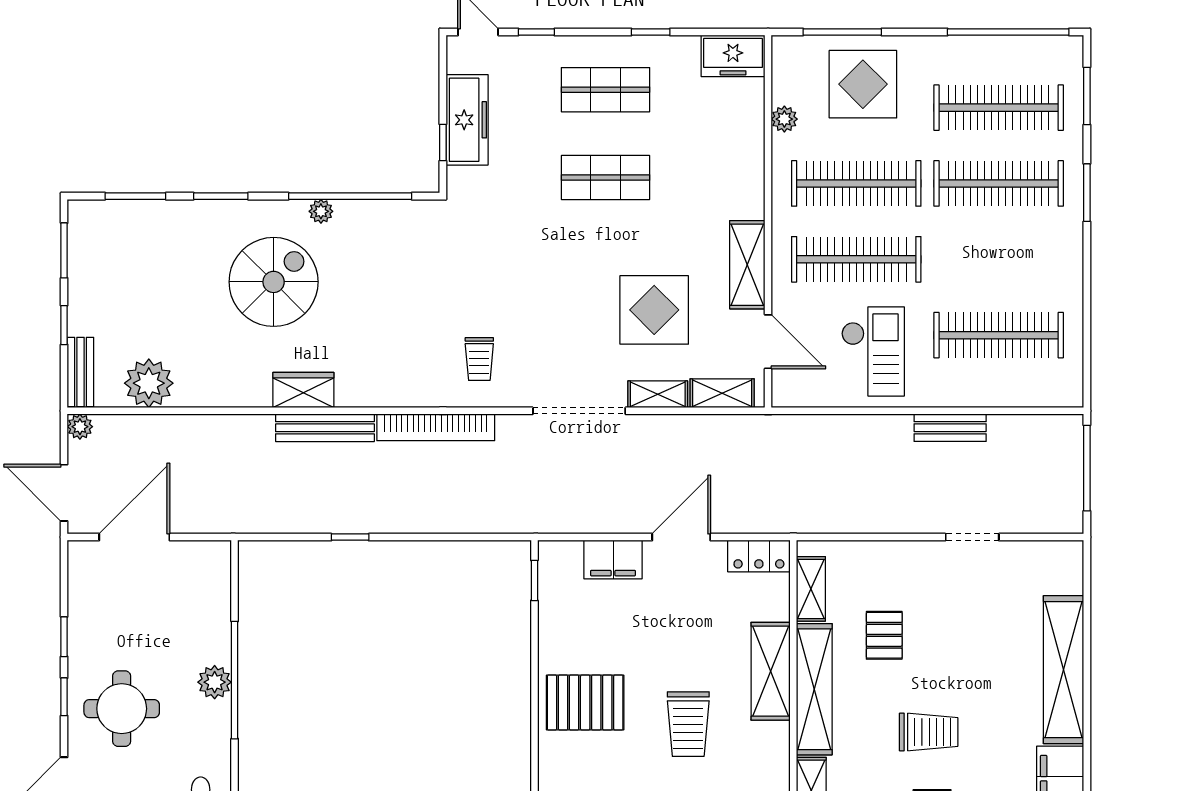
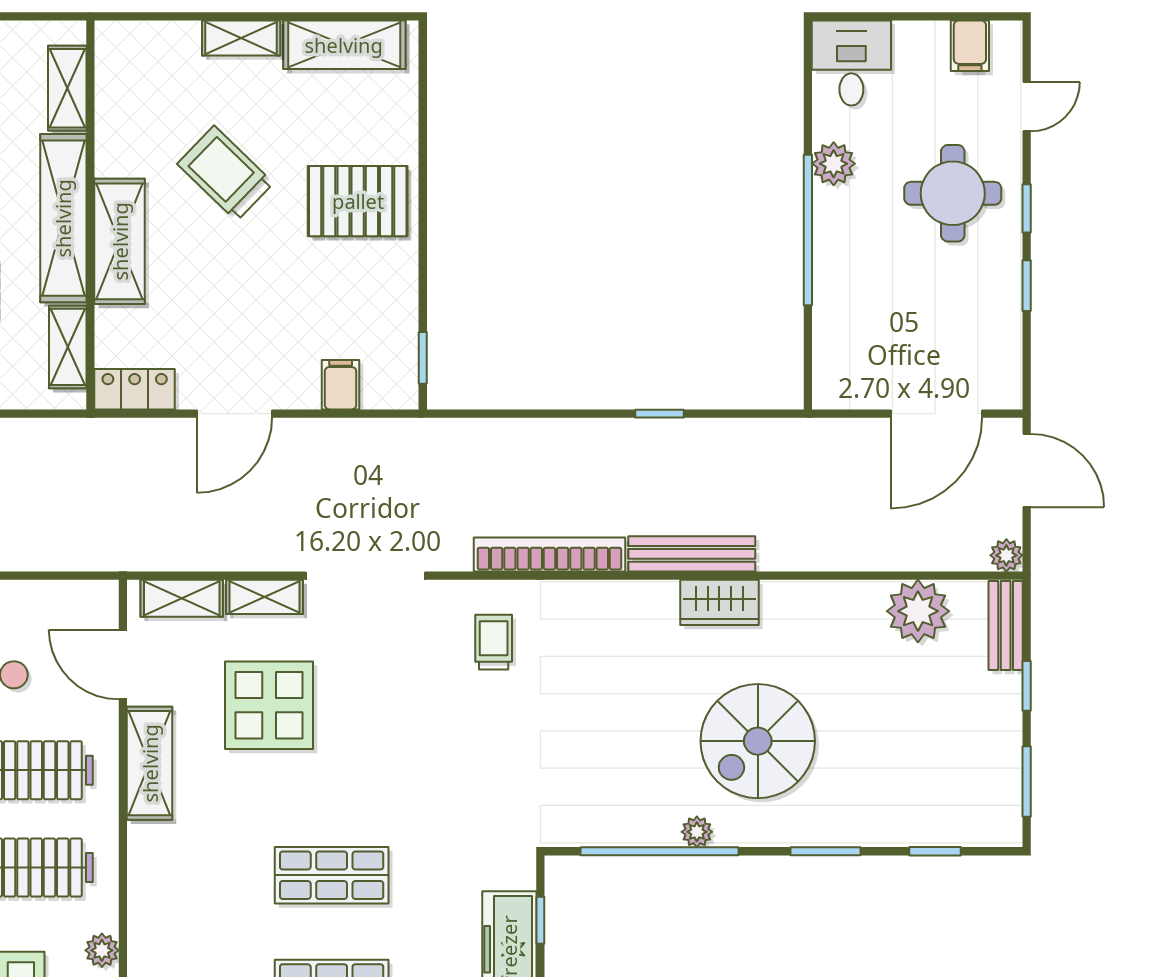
window: (135, 196) -> (935, 851), width x0.67
filing cabinet: (613, 560) -> (341, 385), width x0.50
plant: (215, 682) -> (834, 164), moved
trolley: (688, 724) -> (225, 173), turned -46

